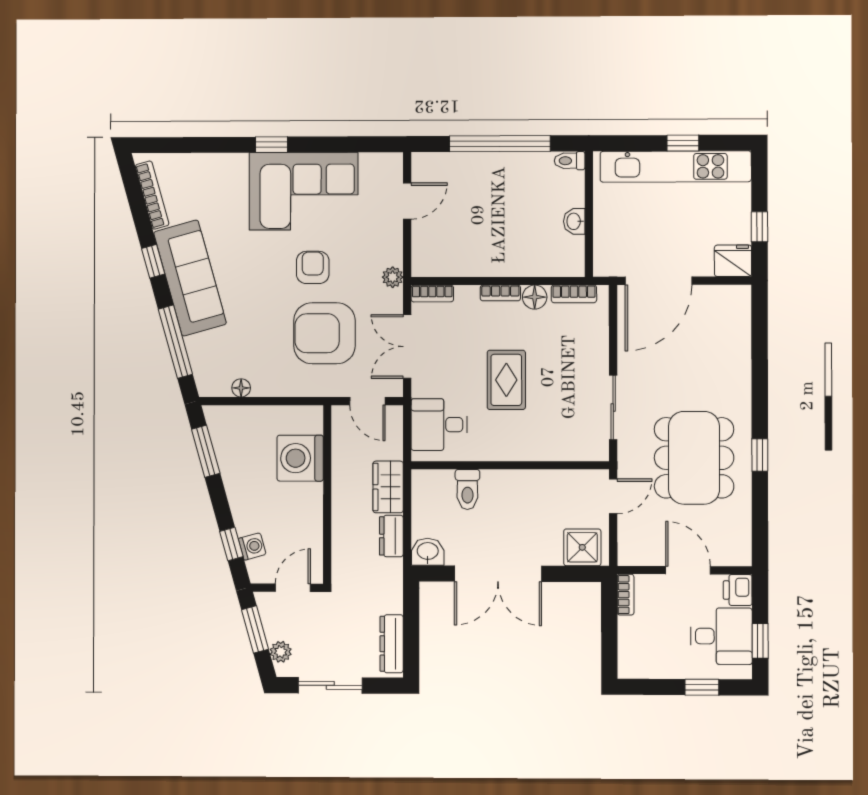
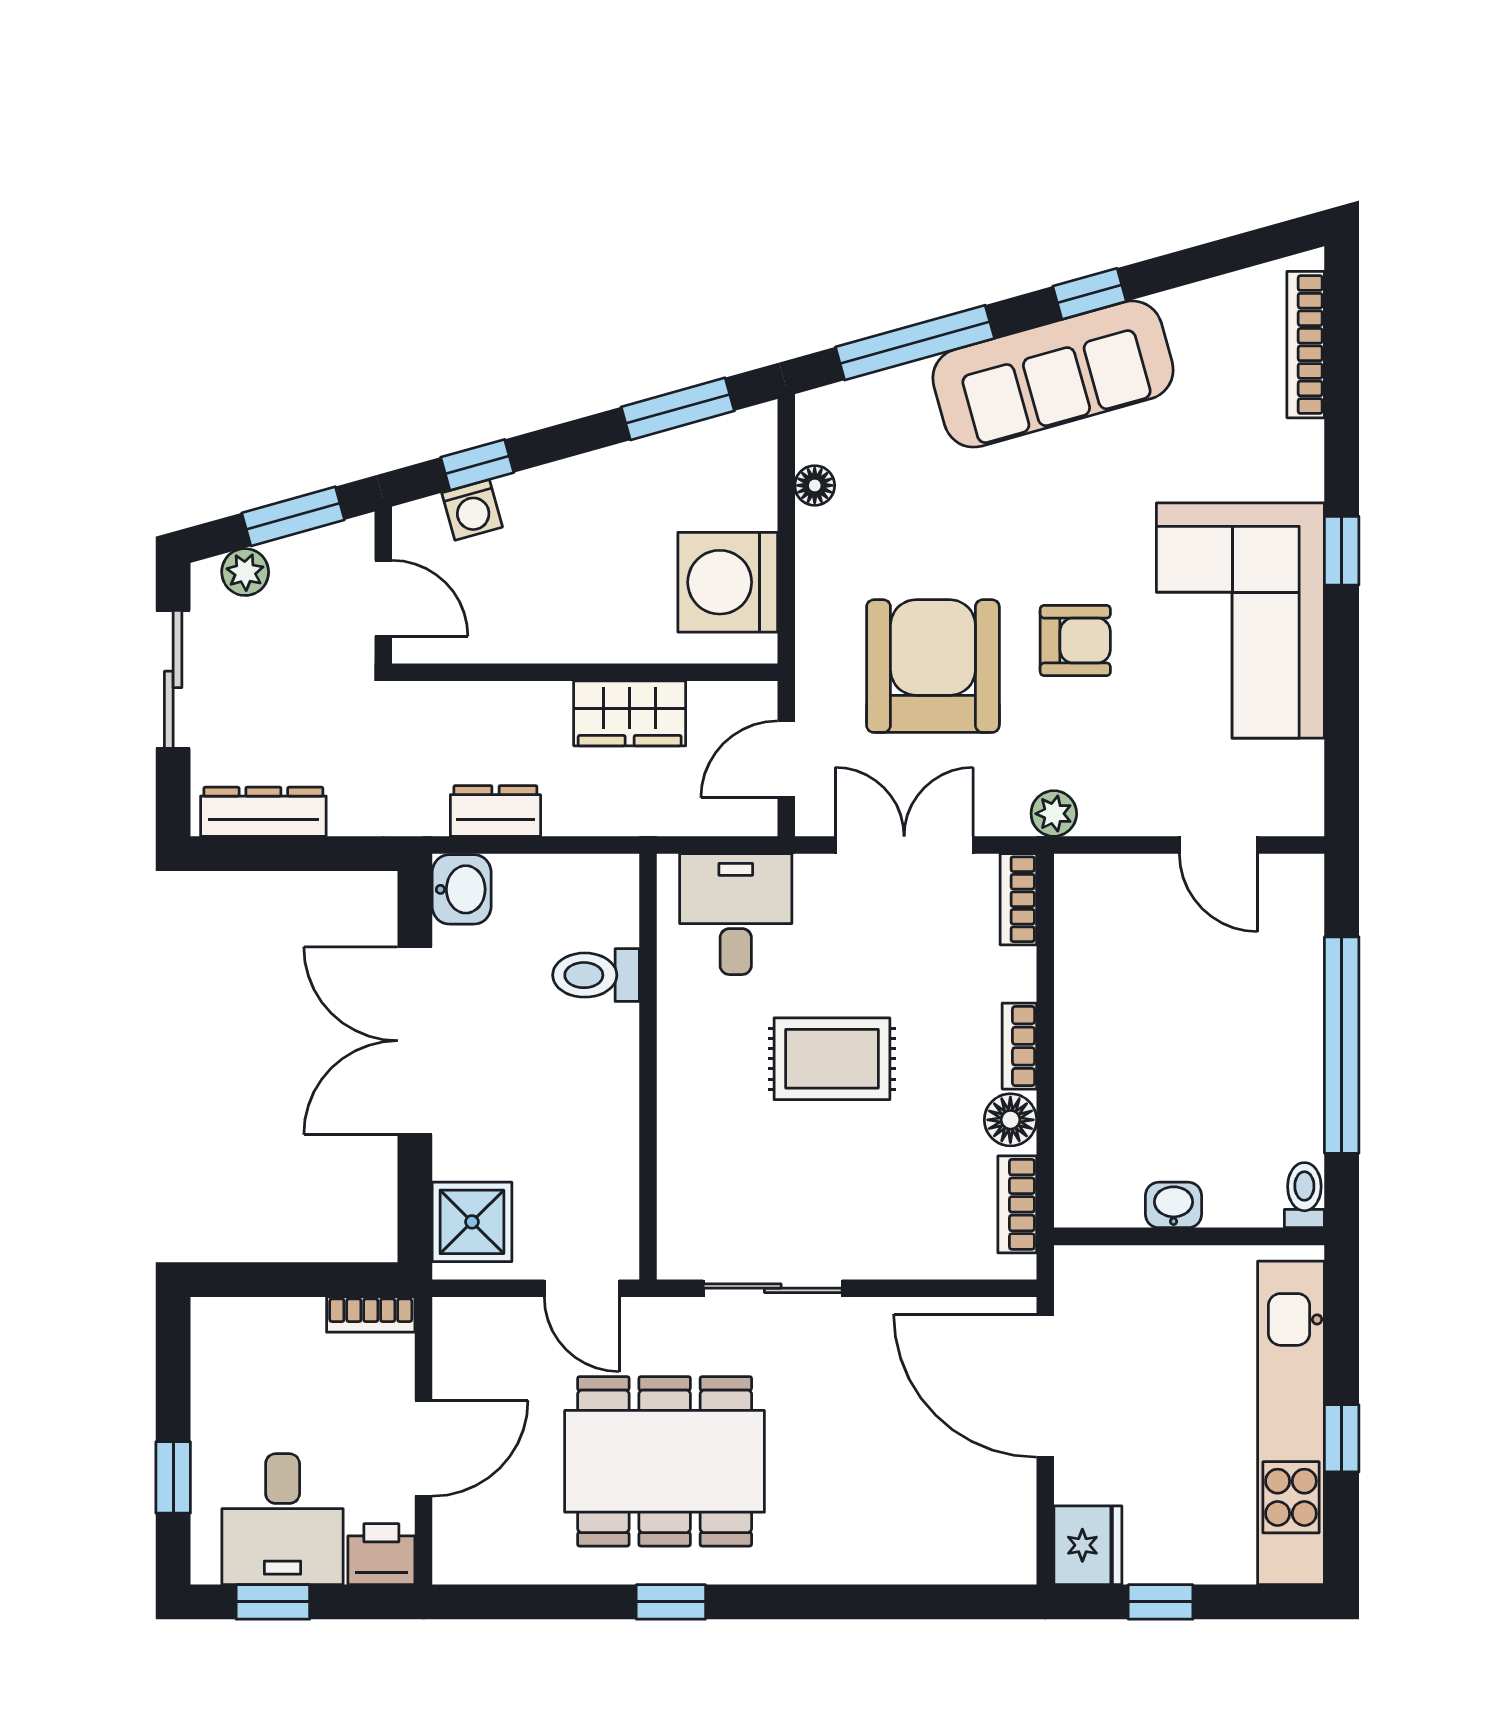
bookcase: (152, 195) -> (1306, 345), moved, turned 106
washing machine: (300, 458) -> (728, 582), moved, turned -90
wardrobe: (388, 487) -> (630, 713), moved, turned 180

